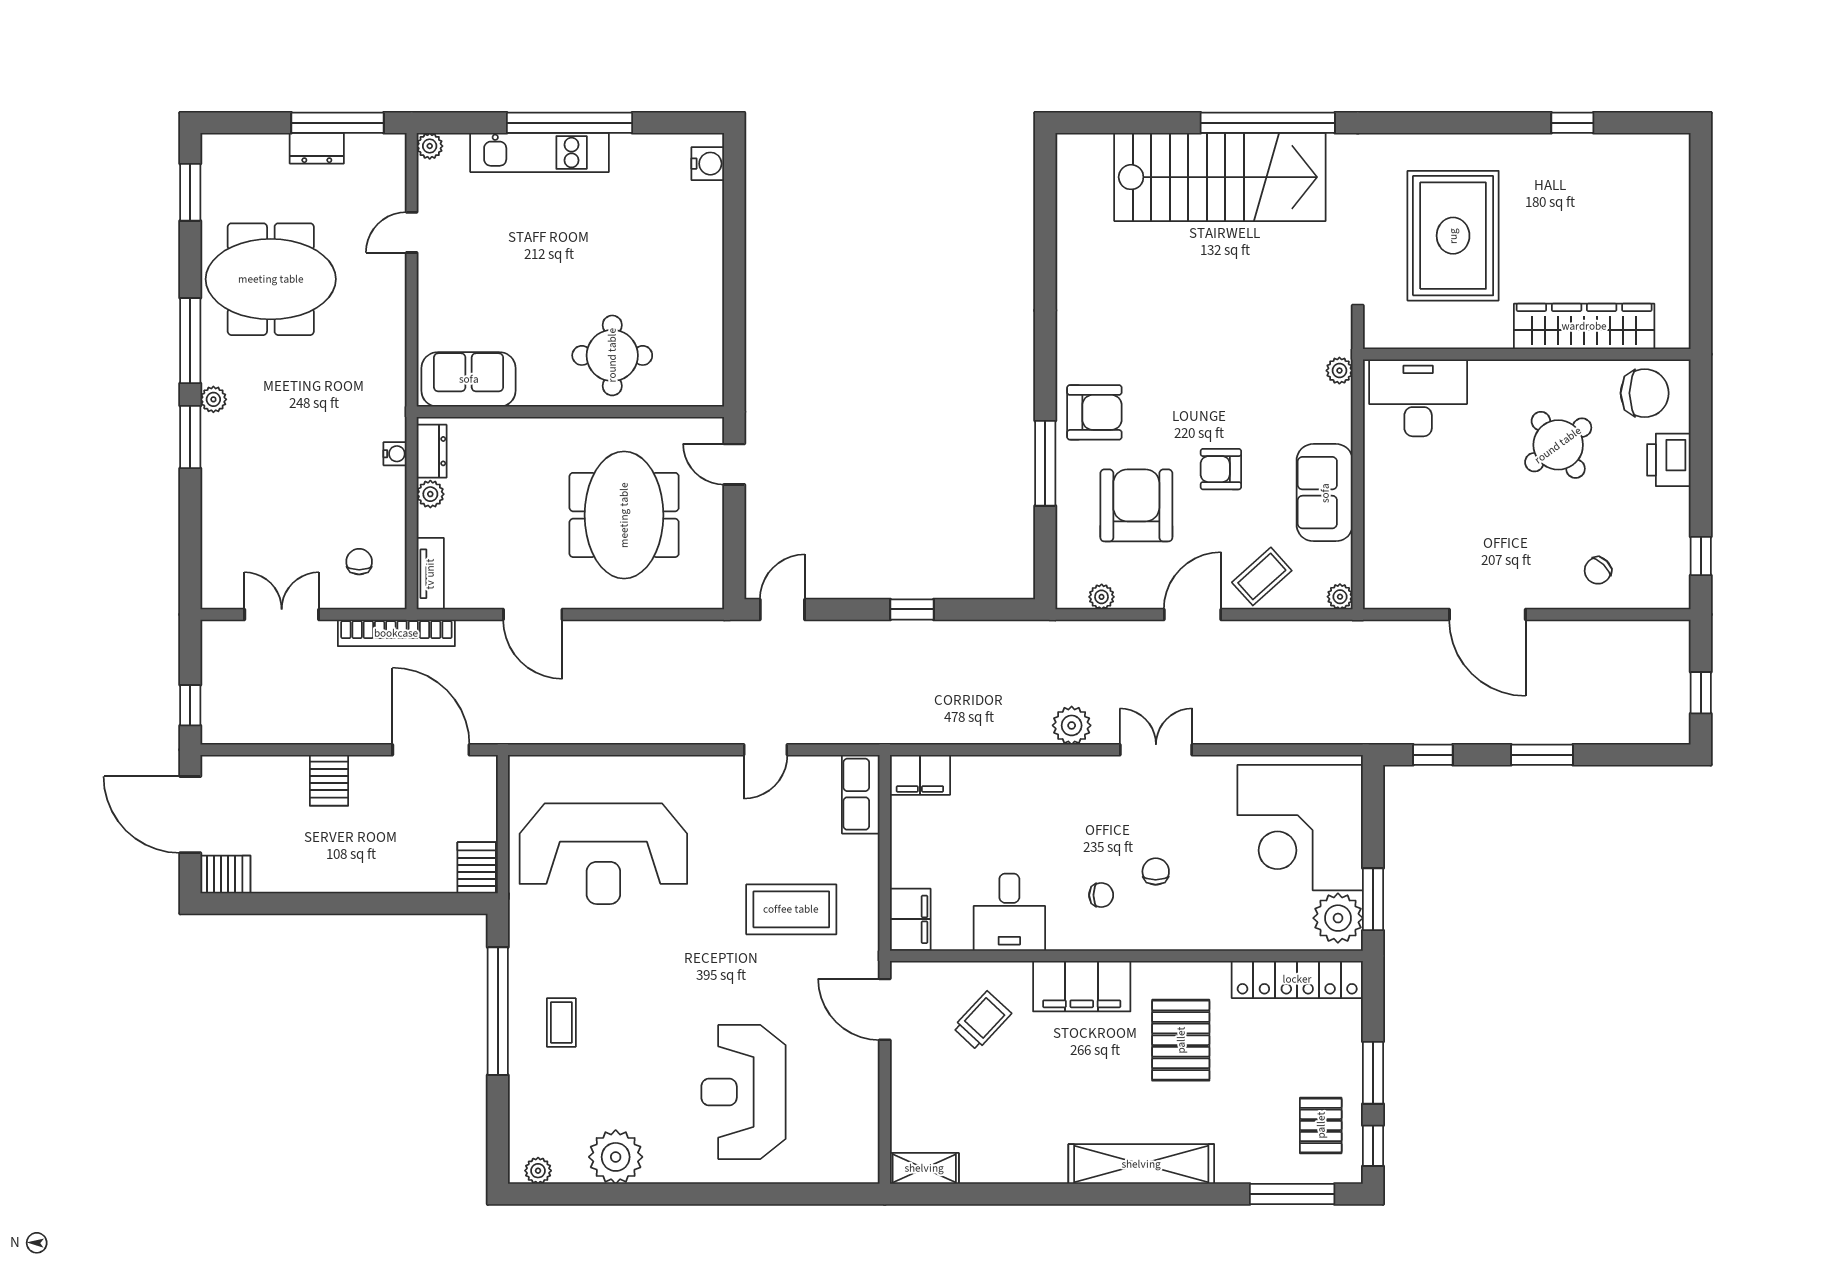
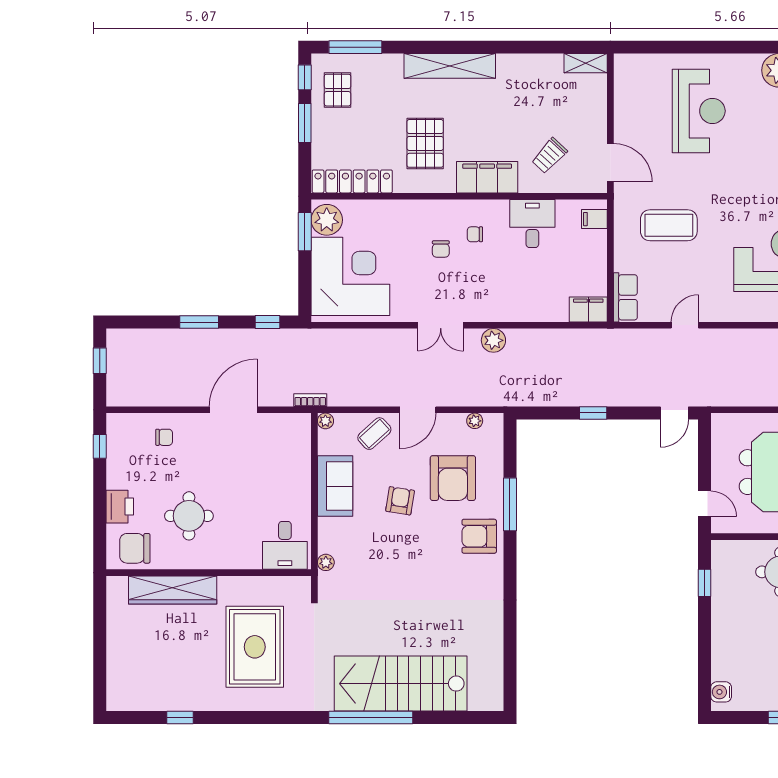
window: (734, 338) -> (704, 583), added
desk: (1418, 398) -> (285, 545), width x0.73
round table: (1558, 445) -> (189, 516), turned 36
armchair: (1221, 469) -> (400, 501), turned -81
chair: (1598, 571) -> (164, 437), turned 46
door: (1487, 615) -> (233, 410), hinge flipped
bookcase: (1364, 630) -> (310, 400), added
filing cabinet: (910, 919) -> (594, 219), width x0.50

